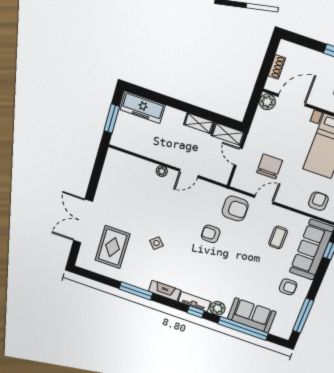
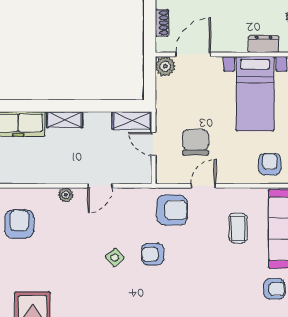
shelving: (199, 123) -> (65, 120), moved
armchair: (122, 180) -> (19, 224), added
side table: (156, 243) -> (115, 257), moved

